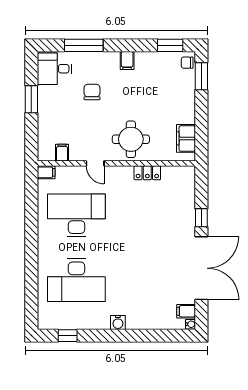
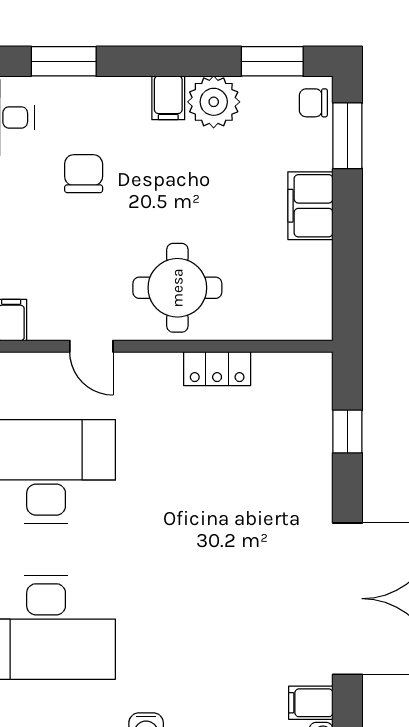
window: (84, 45) -> (64, 61), width x0.69
plant: (146, 62) -> (214, 102), added
filing cabinet: (186, 138) -> (310, 206), moved
window: (201, 218) -> (347, 432), moved

